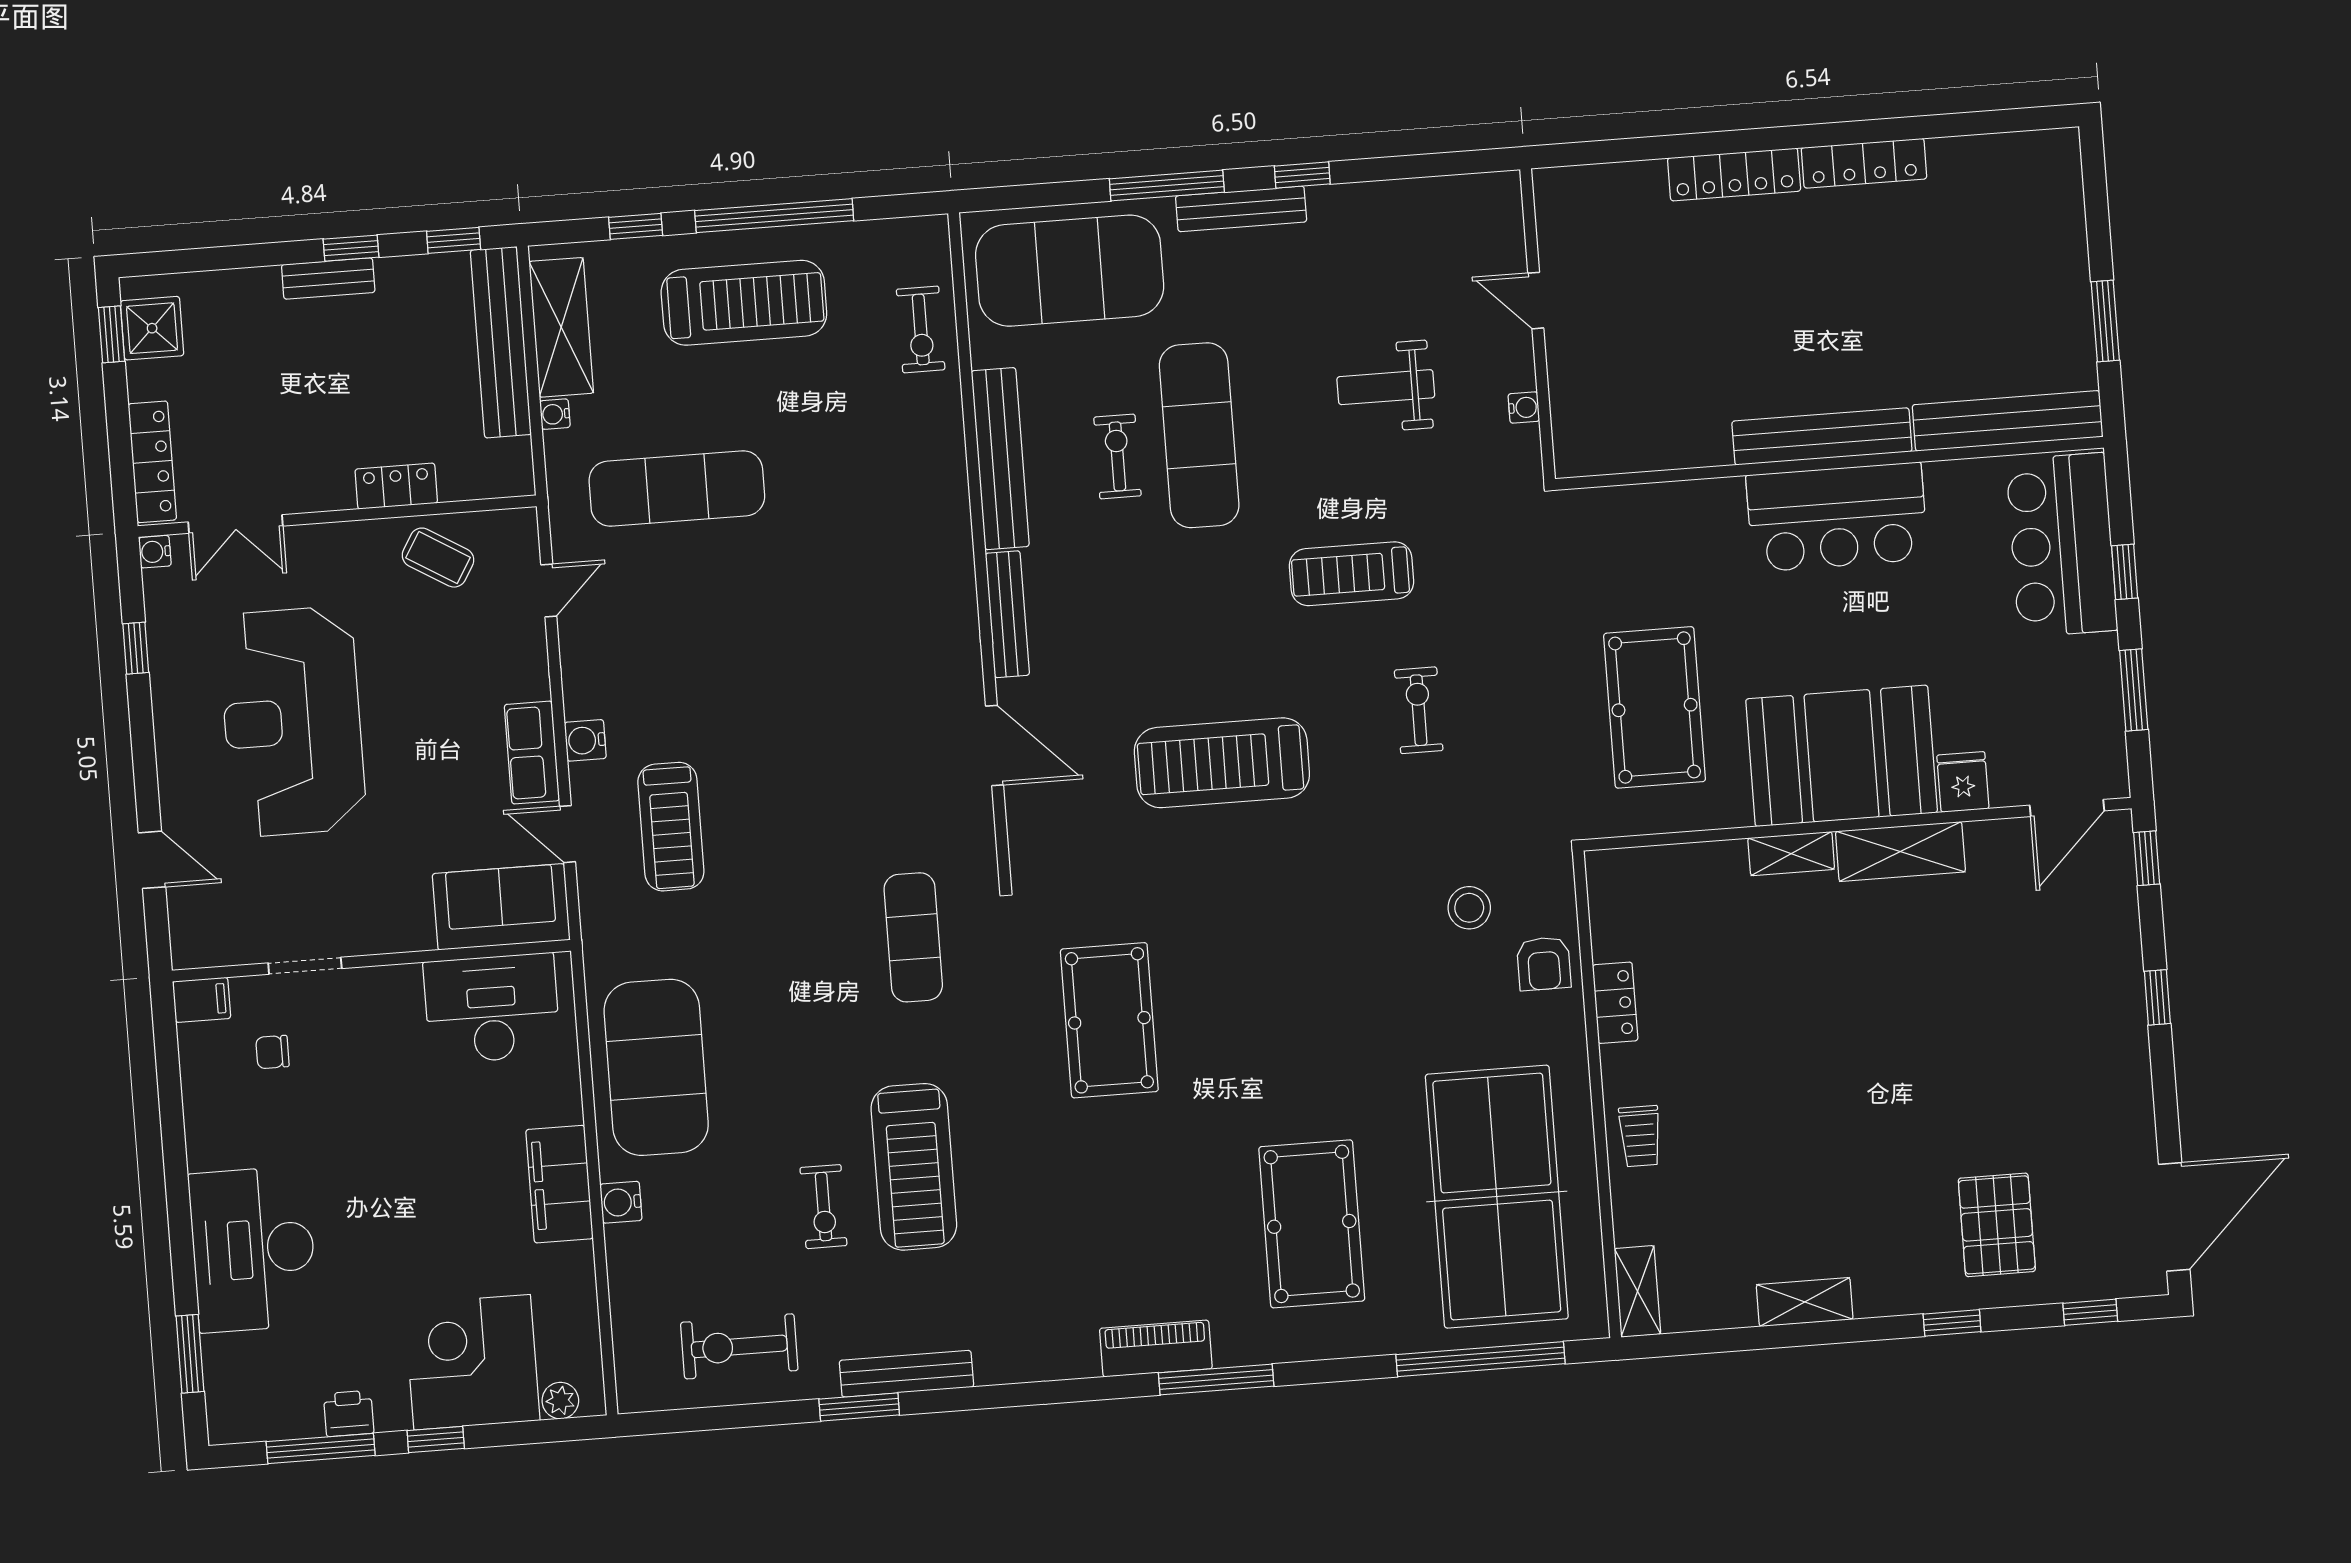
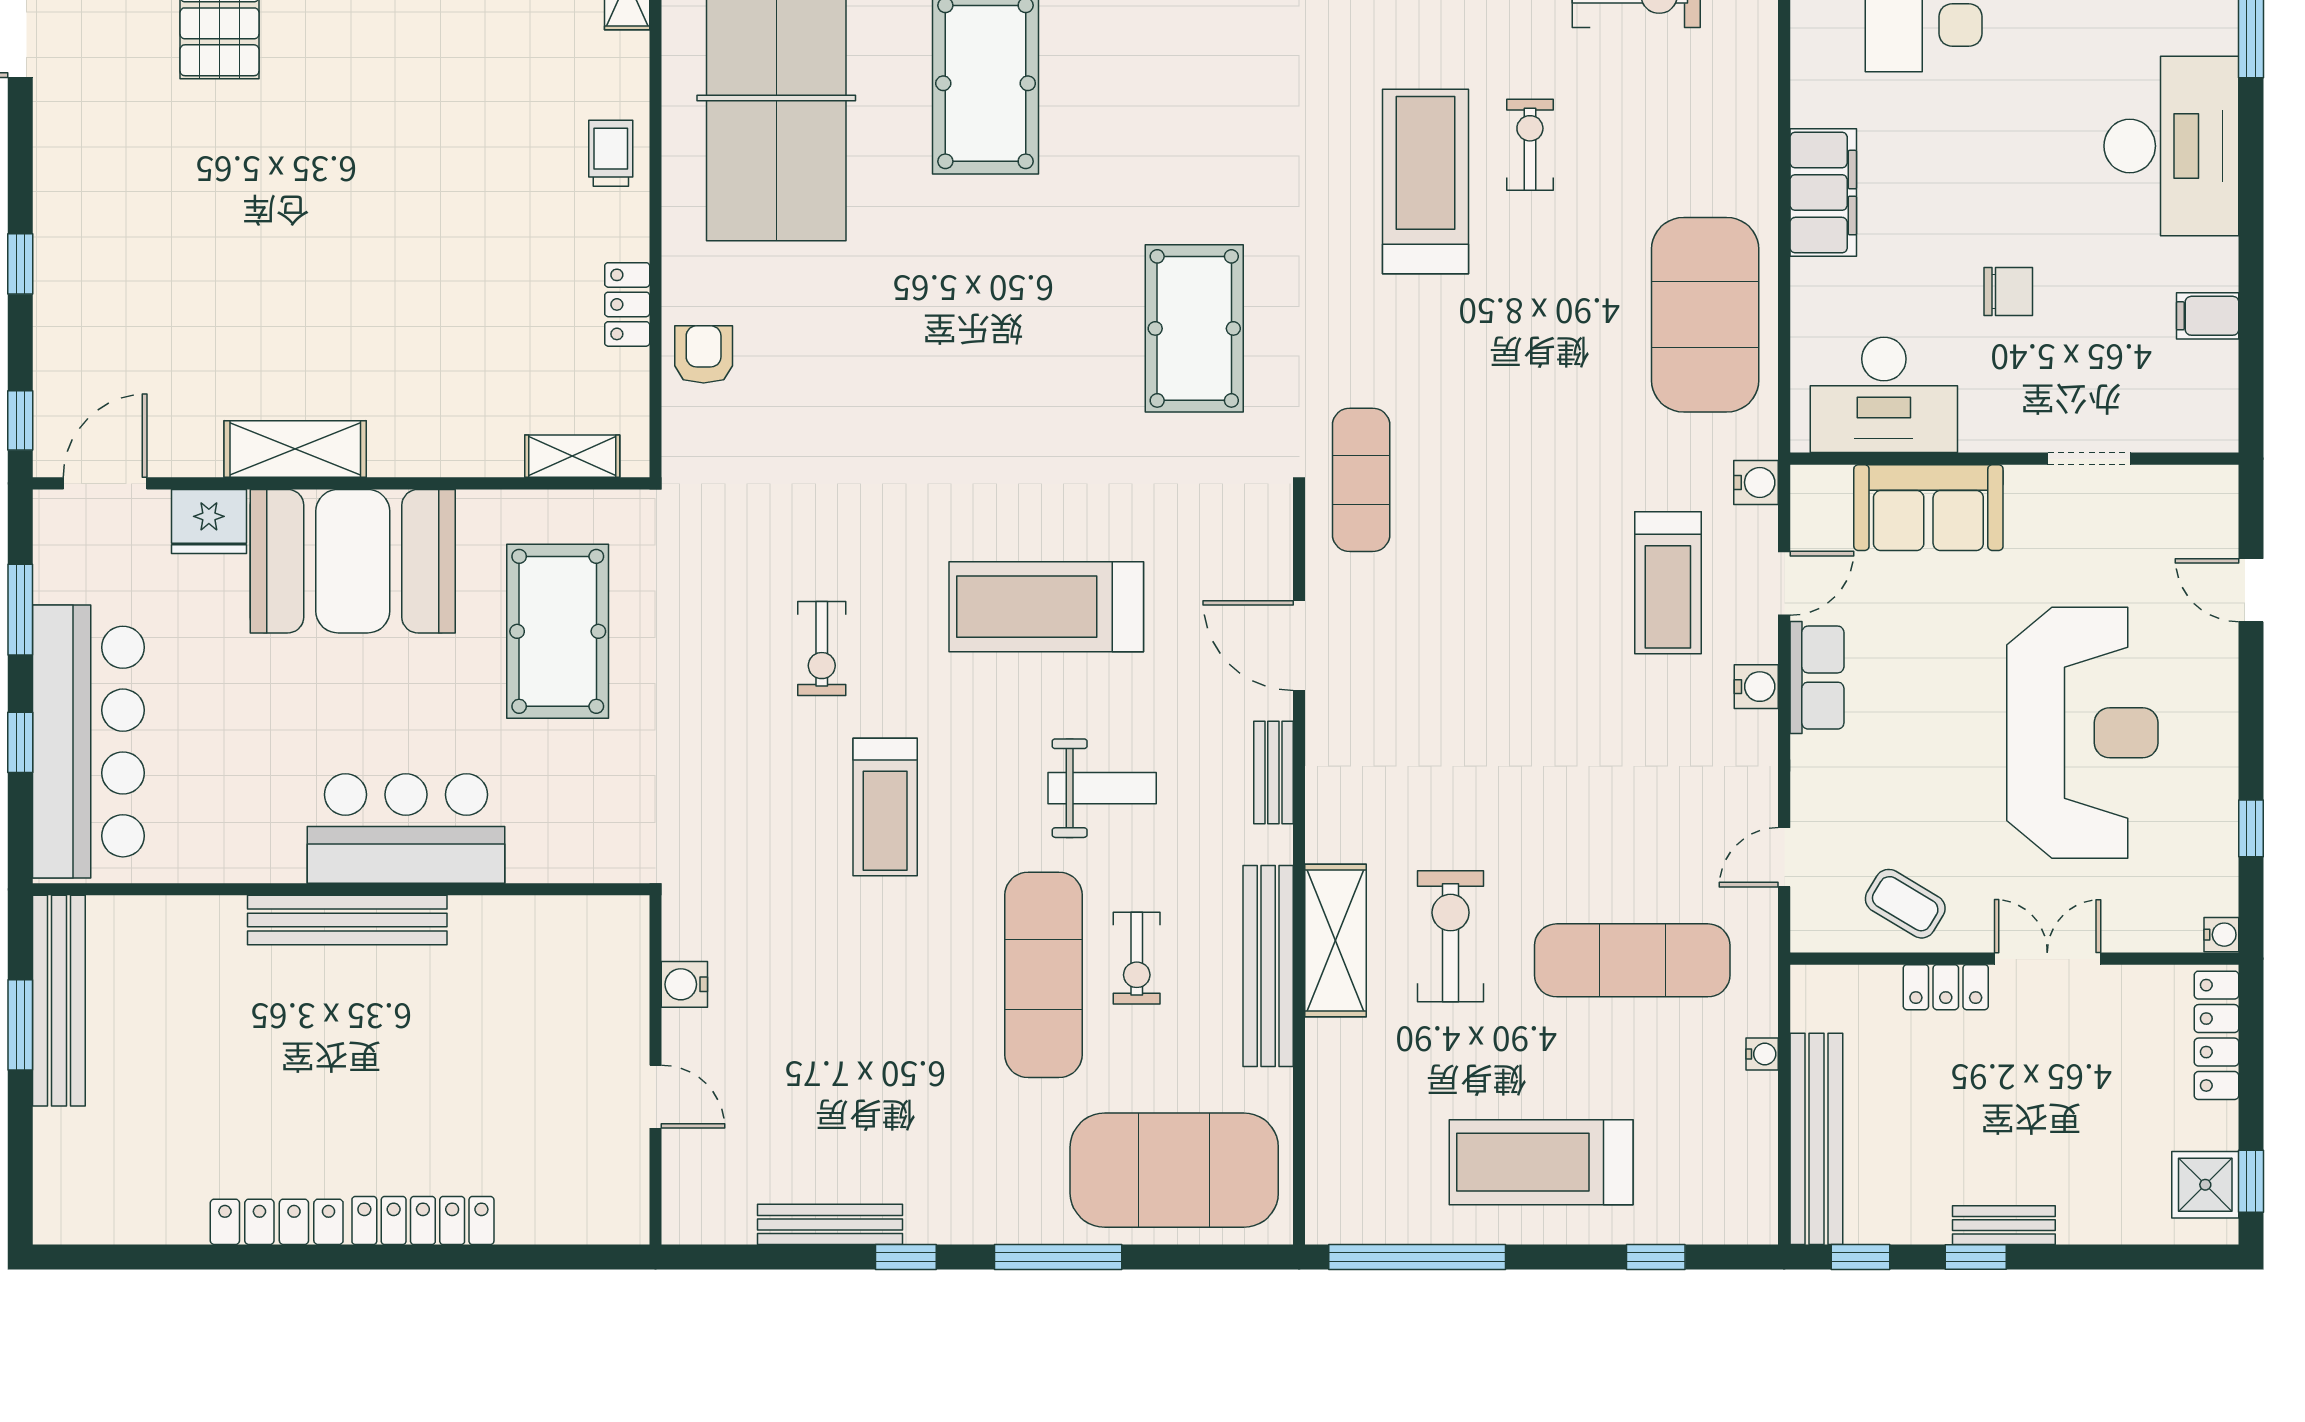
bench: (1241, 209) -> (830, 1224), moved
window: (774, 216) -> (1417, 1257), moved
shelving: (561, 327) -> (1336, 940), moved
exercise bike: (921, 329) -> (1451, 936), moved, width x1.38, depth x1.39
weight bench: (1386, 387) -> (1102, 788), moved
water cooler: (1524, 408) -> (684, 984), width x1.38, depth x1.38
bench: (2008, 421) -> (59, 1001), moved, turned 90
bar counter: (1837, 517) -> (406, 829), moved
double door: (235, 524) -> (2047, 959), moved
bar counter: (2062, 545) -> (88, 742), width x1.36
treadmill: (1352, 574) -> (885, 807), turned 90
bench: (1007, 614) -> (1273, 773), width x0.73
treadmill: (1222, 763) -> (1046, 607), turned 180
fridge: (1963, 782) -> (209, 522), width x1.38
treadmill: (671, 827) -> (1668, 583), turned 180
door: (567, 834) -> (1784, 583), hinge flipped
shelving: (1791, 854) -> (572, 456), moved
sofa: (501, 907) -> (1928, 508), moved
stool: (1469, 908) -> (782, 423), removed
exercise mat: (913, 937) -> (1361, 480), moved
filing cabinet: (202, 1000) -> (2208, 316), moved
chair: (272, 1052) -> (2008, 291), moved, width x1.37, depth x1.37
water cooler: (621, 1202) -> (1756, 482), moved

